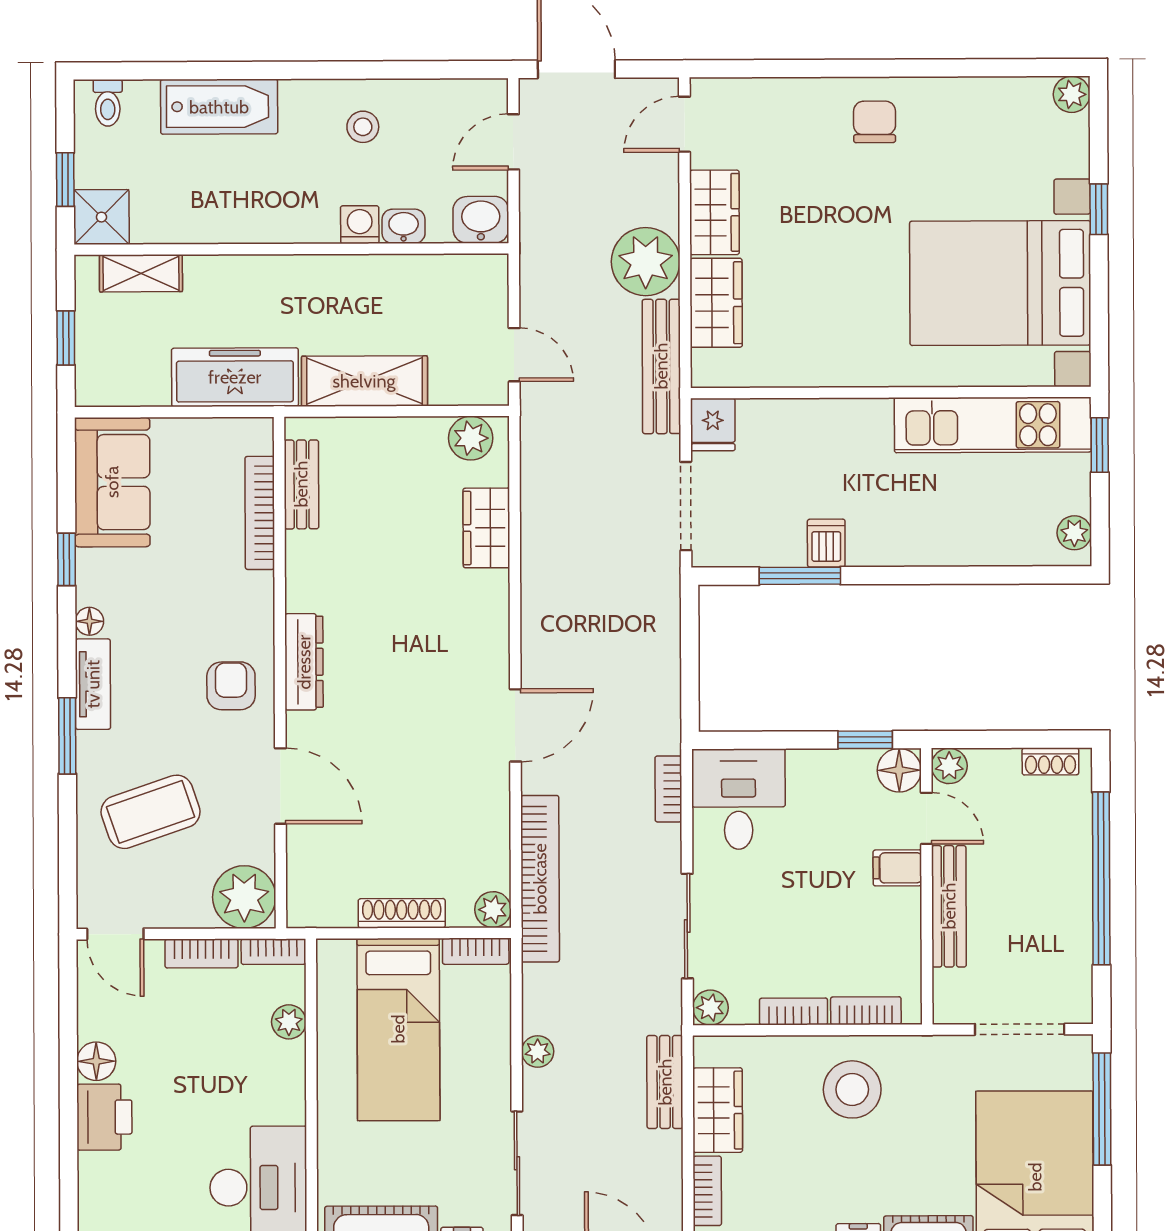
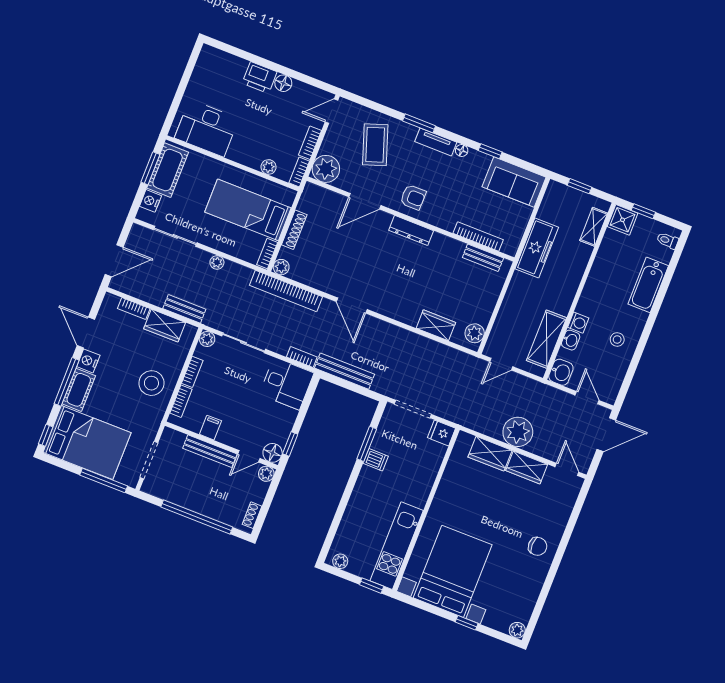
bench: (661, 366) -> (345, 371), moved
shelving: (364, 381) -> (546, 339), moved
filing cabinet: (897, 868) -> (210, 428), moved

